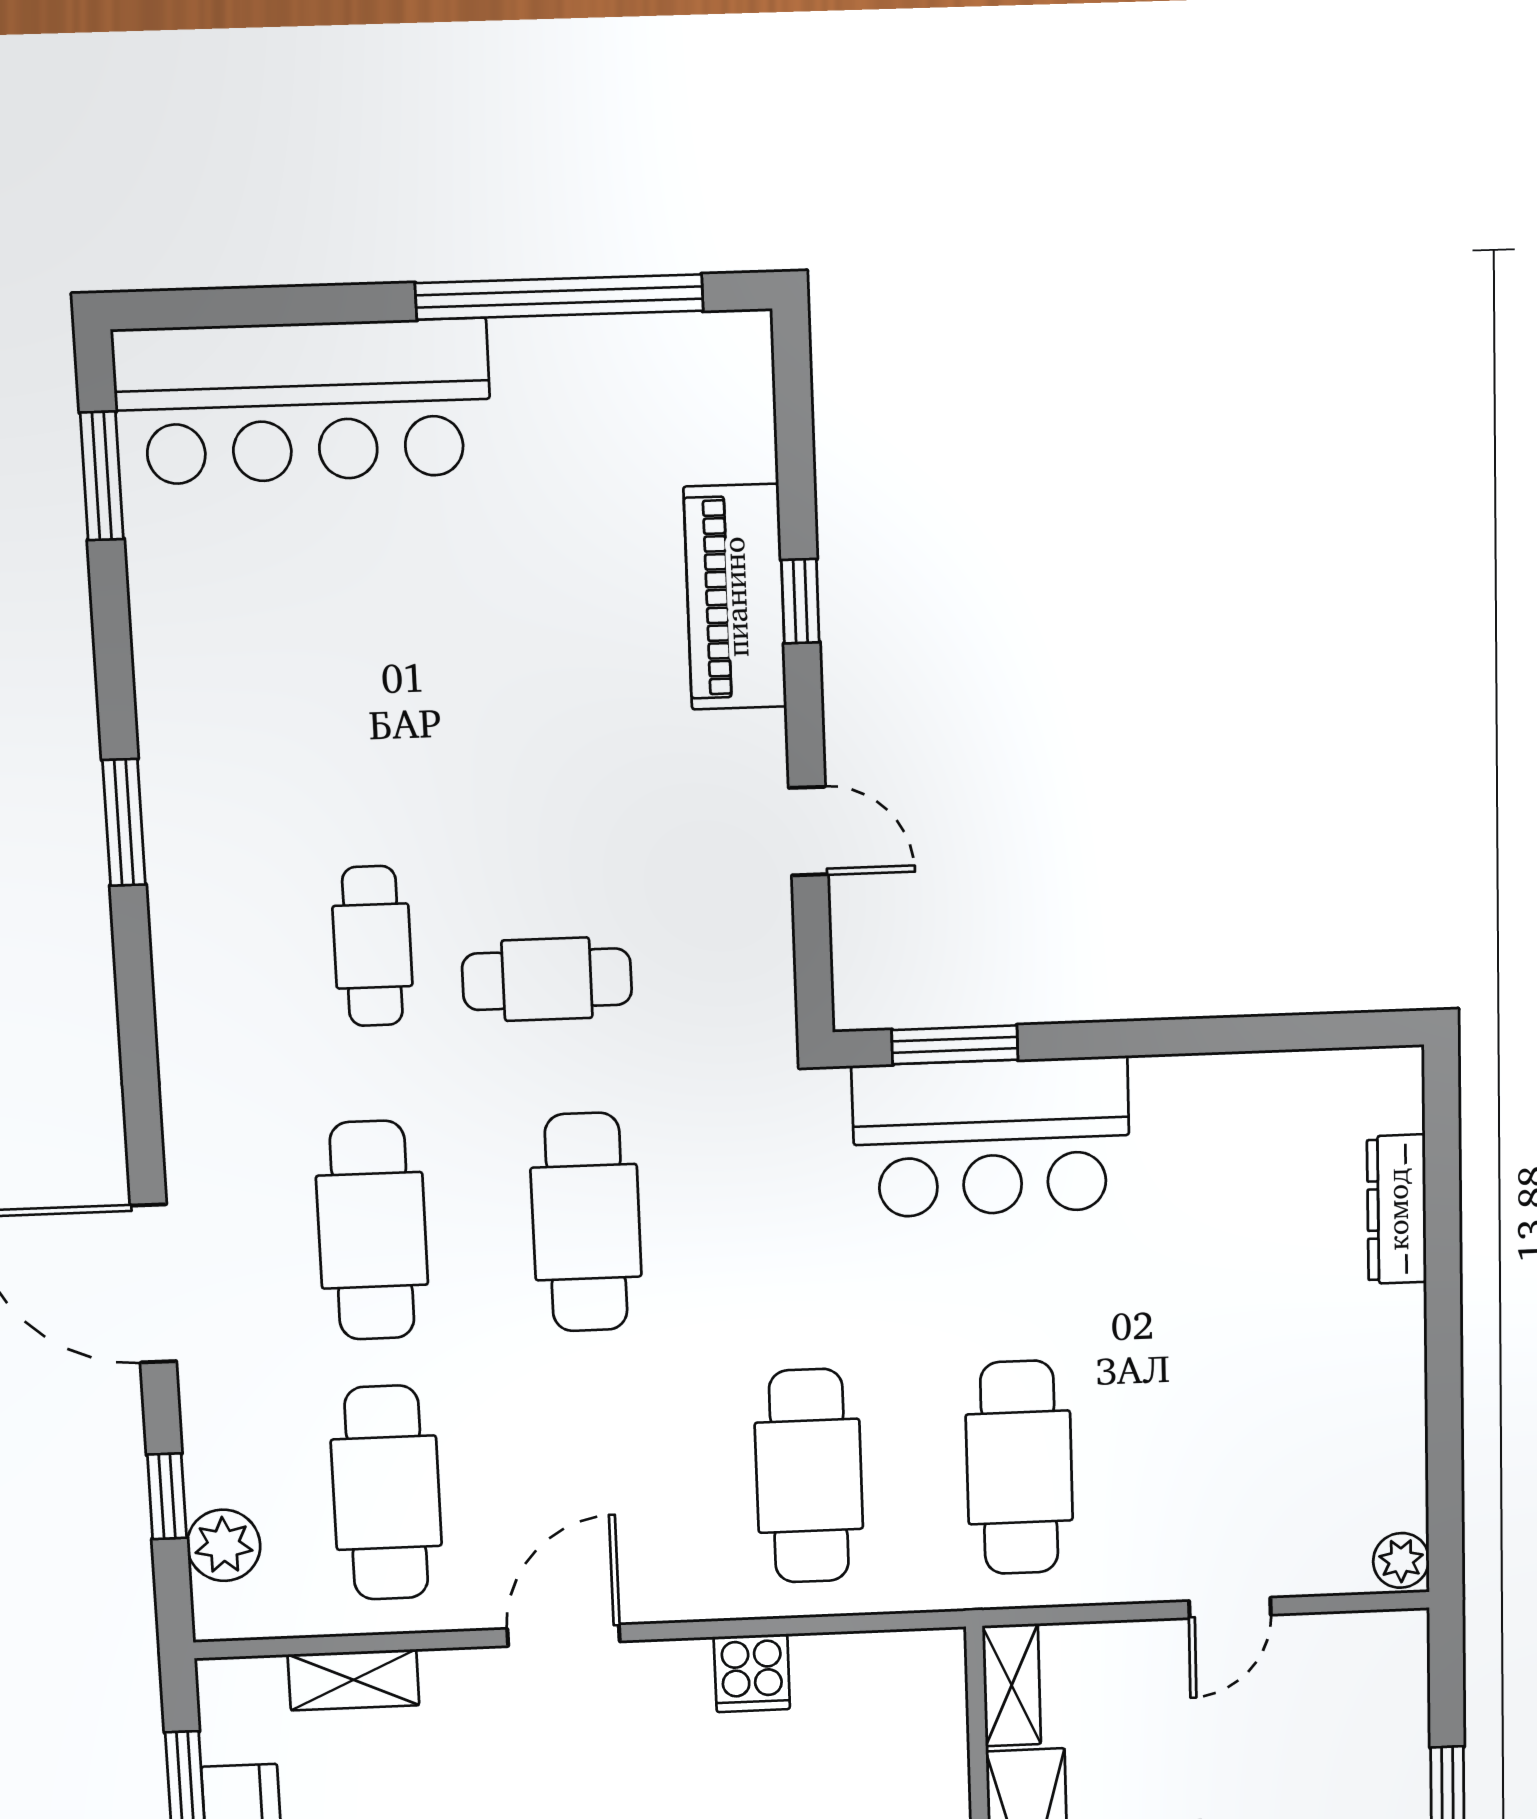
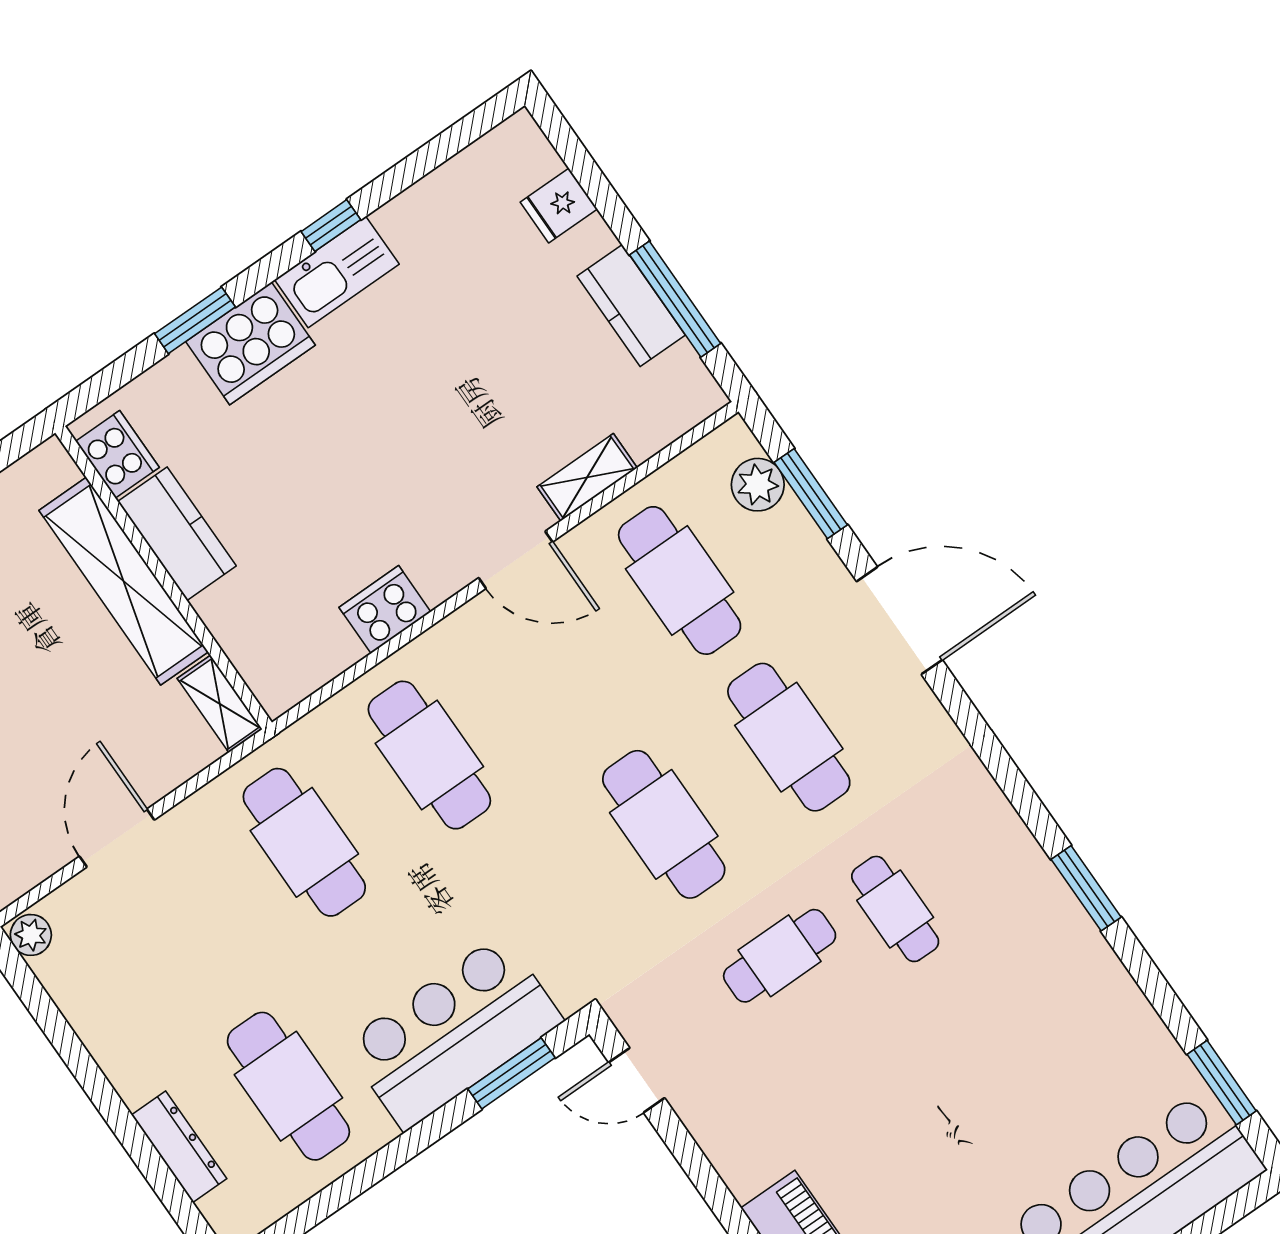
door: (808, 831) -> (637, 1080), moved
cafe table: (1224, 1198) -> (288, 1086), added
window: (167, 1496) -> (811, 494), width x1.50
door: (1230, 1608) -> (117, 838), width x1.38
door: (564, 1635) -> (516, 560), hinge flipped
cooker: (752, 1673) -> (385, 610), width x1.36
shelving: (353, 1680) -> (587, 477), moved

